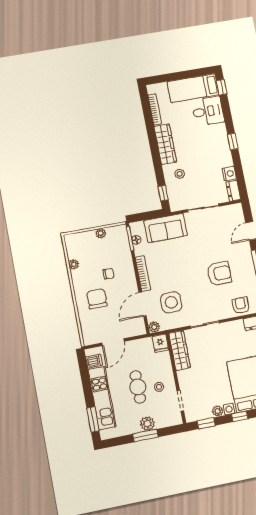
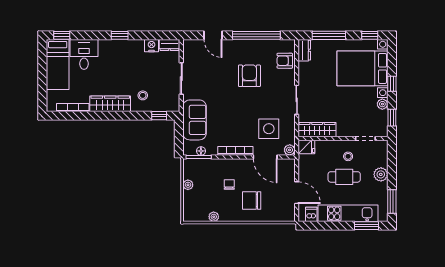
window: (145, 436) -> (392, 202), moved

